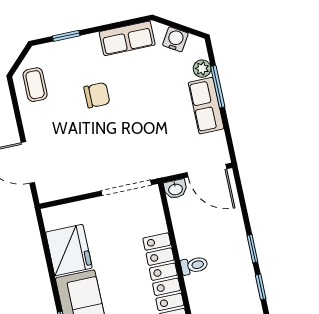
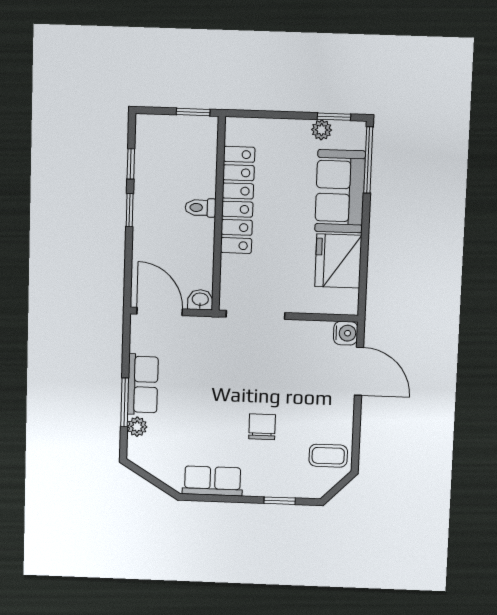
water cooler: (175, 39) -> (346, 333), moved, turned -121
coffee table: (35, 85) -> (328, 456), turned 90
chair: (97, 95) -> (262, 427), turned 90

